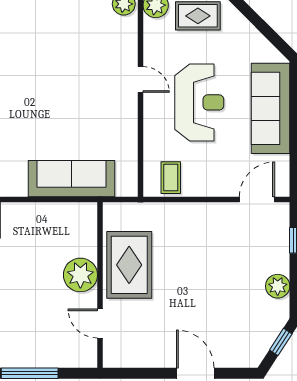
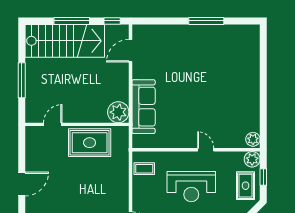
door: (141, 79) -> (206, 150), swing flipped
plant: (80, 275) -> (118, 112), moved

